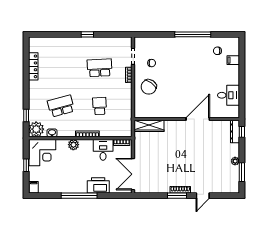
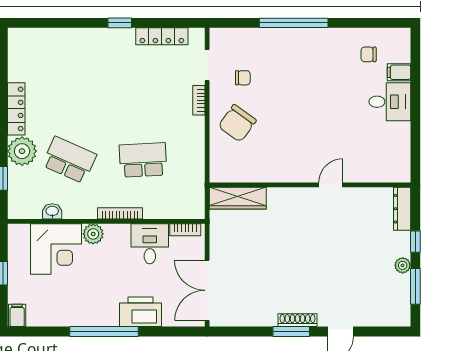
window: (193, 34) -> (294, 23), moved
locker: (109, 41) -> (162, 36), added
locker: (33, 66) -> (16, 109), moved
school desk: (100, 68) -> (143, 87), removed
desk: (229, 95) -> (390, 102), moved
school desk: (61, 106) -> (69, 160), turned 39
school desk: (100, 106) -> (143, 160), width x1.85
door: (198, 119) -> (331, 185), width x0.53
plant: (36, 129) -> (22, 151), moved
window: (242, 132) -> (415, 242), moved
corner desk: (42, 153) -> (56, 249), moved

